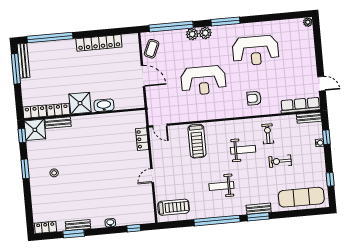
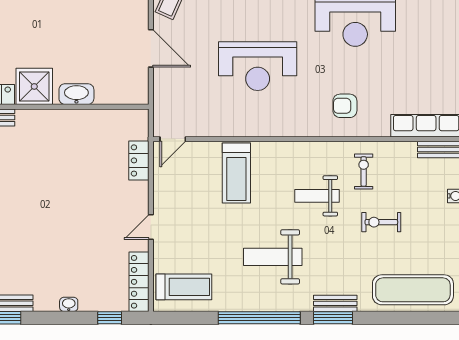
door: (160, 126) -> (173, 139), hinge flipped
weight bench: (243, 150) -> (317, 196), turned 180
weight bench: (221, 186) -> (273, 257), width x1.36, depth x1.33
locker: (148, 207) -> (139, 282), added

